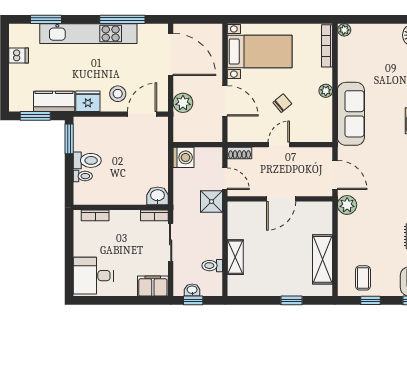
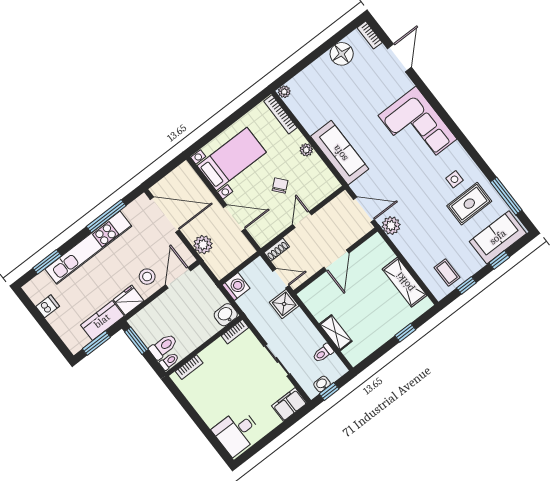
washbasin: (158, 196) -> (226, 315), moved
wall: (121, 207) -> (204, 346), moved
bookcase: (95, 215) -> (189, 367), moved
bookcase: (154, 215) -> (235, 332), moved

